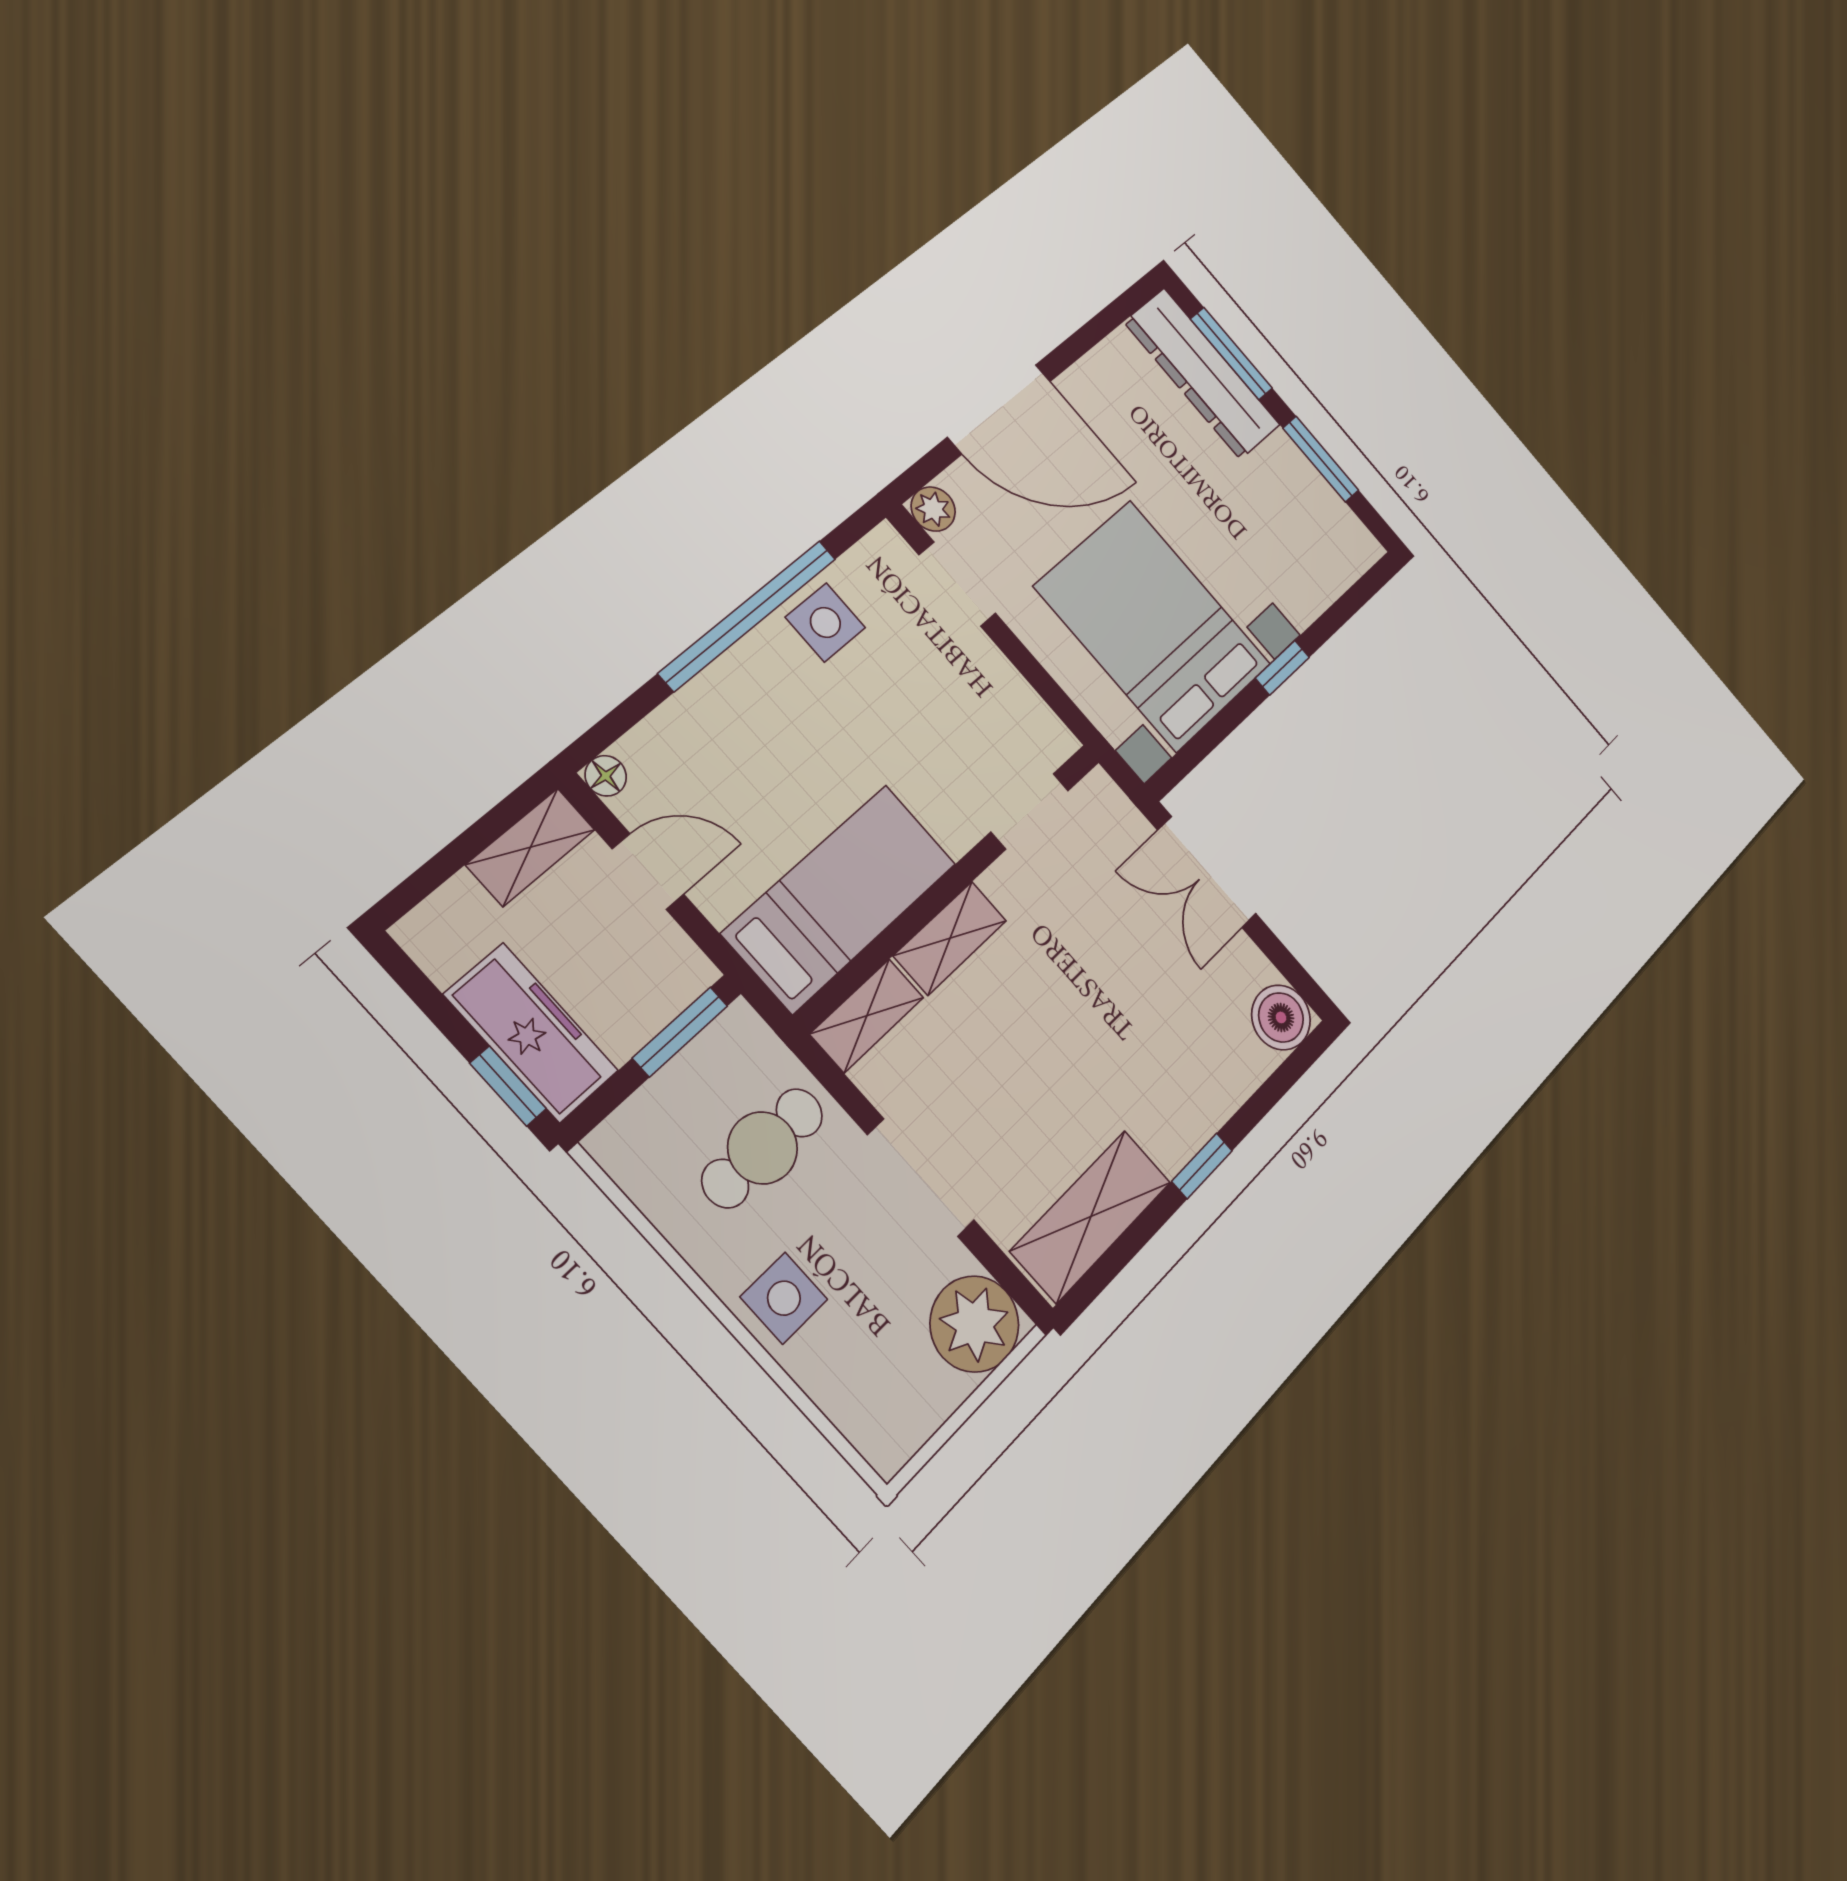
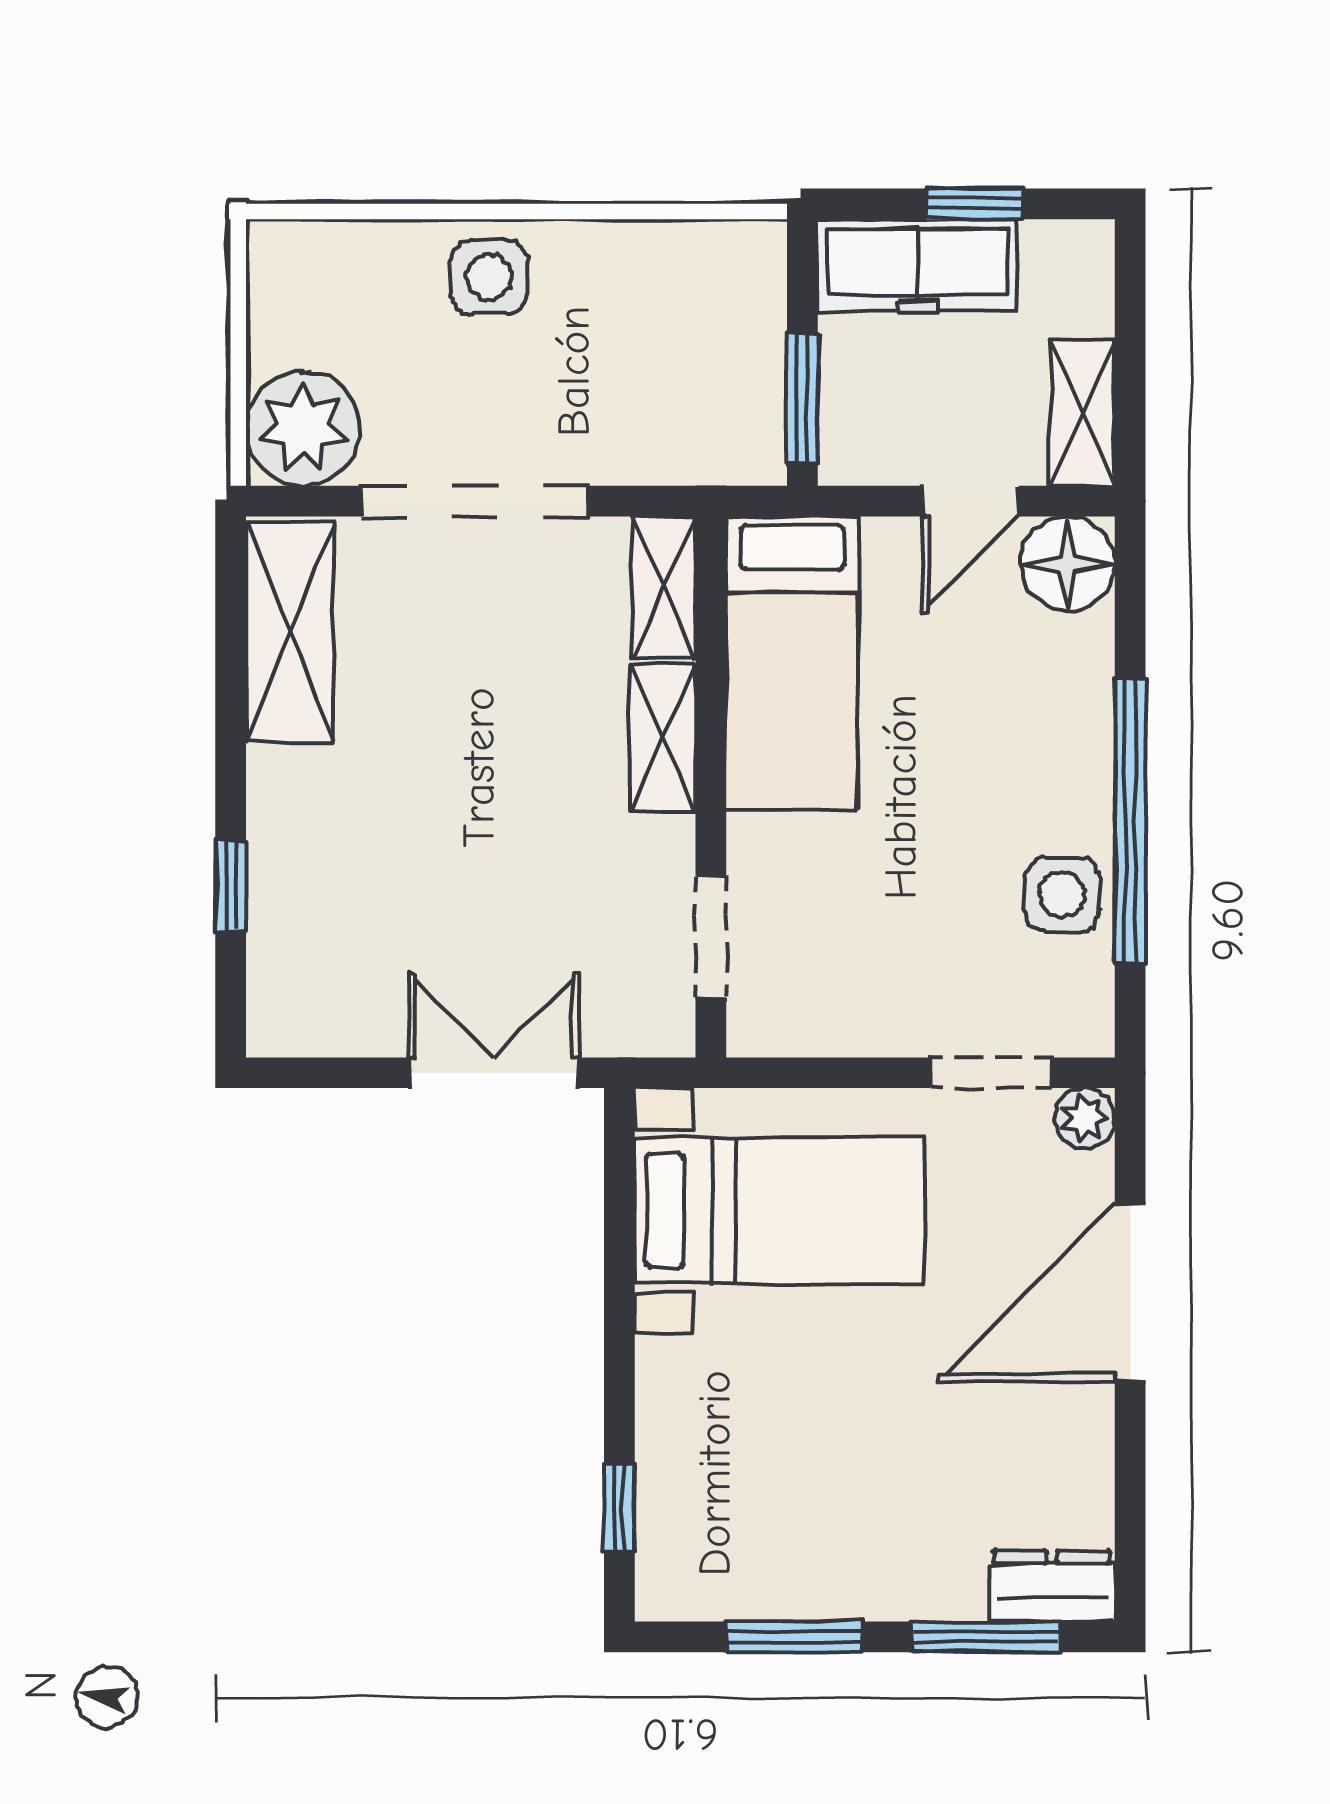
dresser: (1202, 374) -> (1052, 1586), width x0.51, depth x0.80
bed with nightstands: (1153, 626) -> (780, 1211), width x0.73
window: (1282, 668) -> (619, 1507), moved
floor lamp: (606, 776) -> (1068, 563), width x1.89, depth x1.89
boiler: (1281, 1017) -> (289, 1015), removed
window: (508, 1086) -> (975, 204), moved
cafe table: (763, 1148) -> (635, 379), removed
window: (1202, 1166) -> (231, 886), moved
doorway: (921, 1178) -> (475, 501), width x1.36

